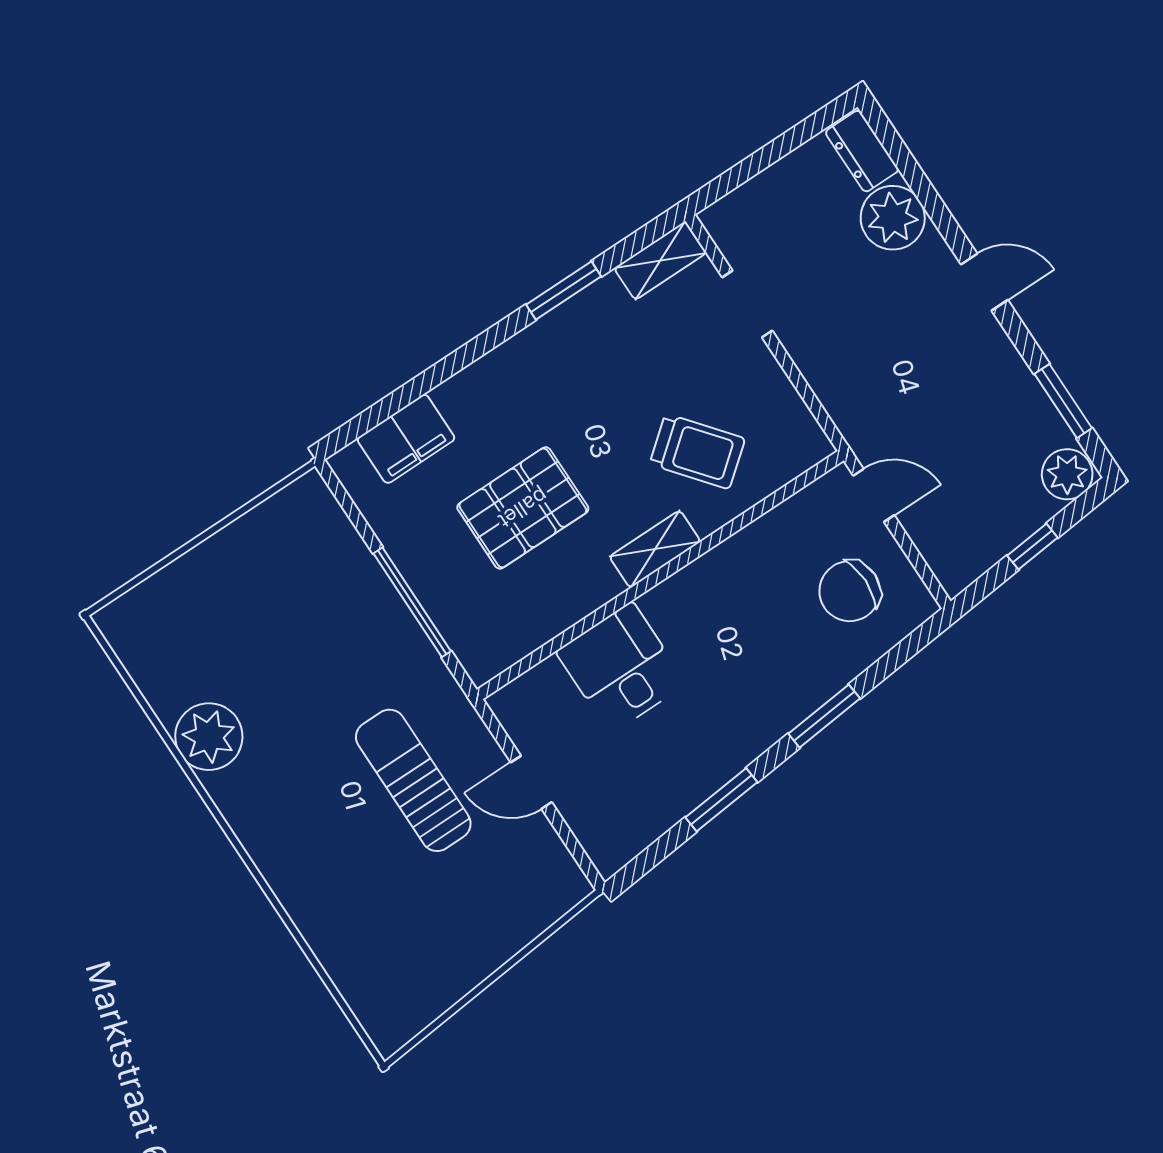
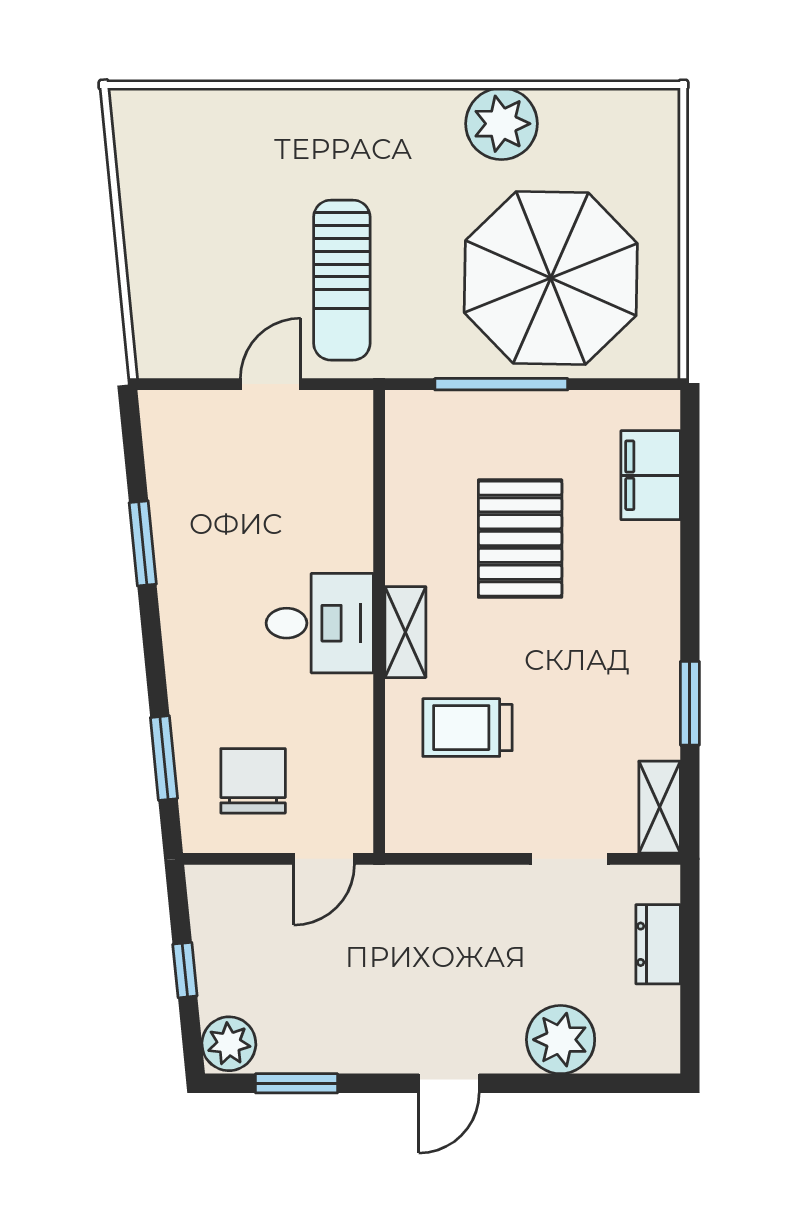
dresser: (862, 151) -> (658, 944), moved, turned -90
trolley: (697, 451) -> (467, 728), turned 39
parasol: (304, 618) -> (551, 278), added
desk: (621, 668) -> (320, 623), moved
window: (824, 716) -> (164, 758), moved
sun lounger: (413, 780) -> (342, 280), turned 90

